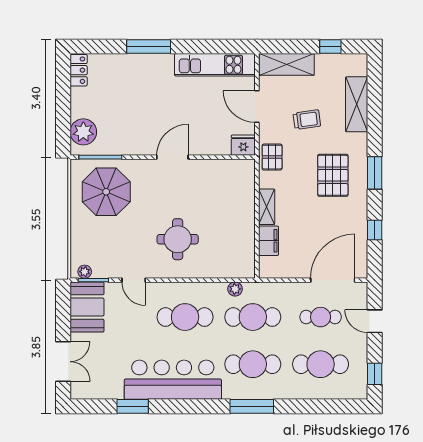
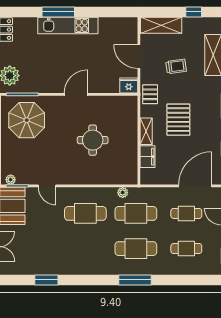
kitchen unit: (215, 65) -> (68, 26), moved
pallet: (333, 175) -> (178, 120), moved
round table: (178, 239) -> (93, 140), moved
cafe table: (321, 364) -> (186, 249), width x0.73, depth x0.74
bar counter: (173, 380) -> (76, 260), removed

